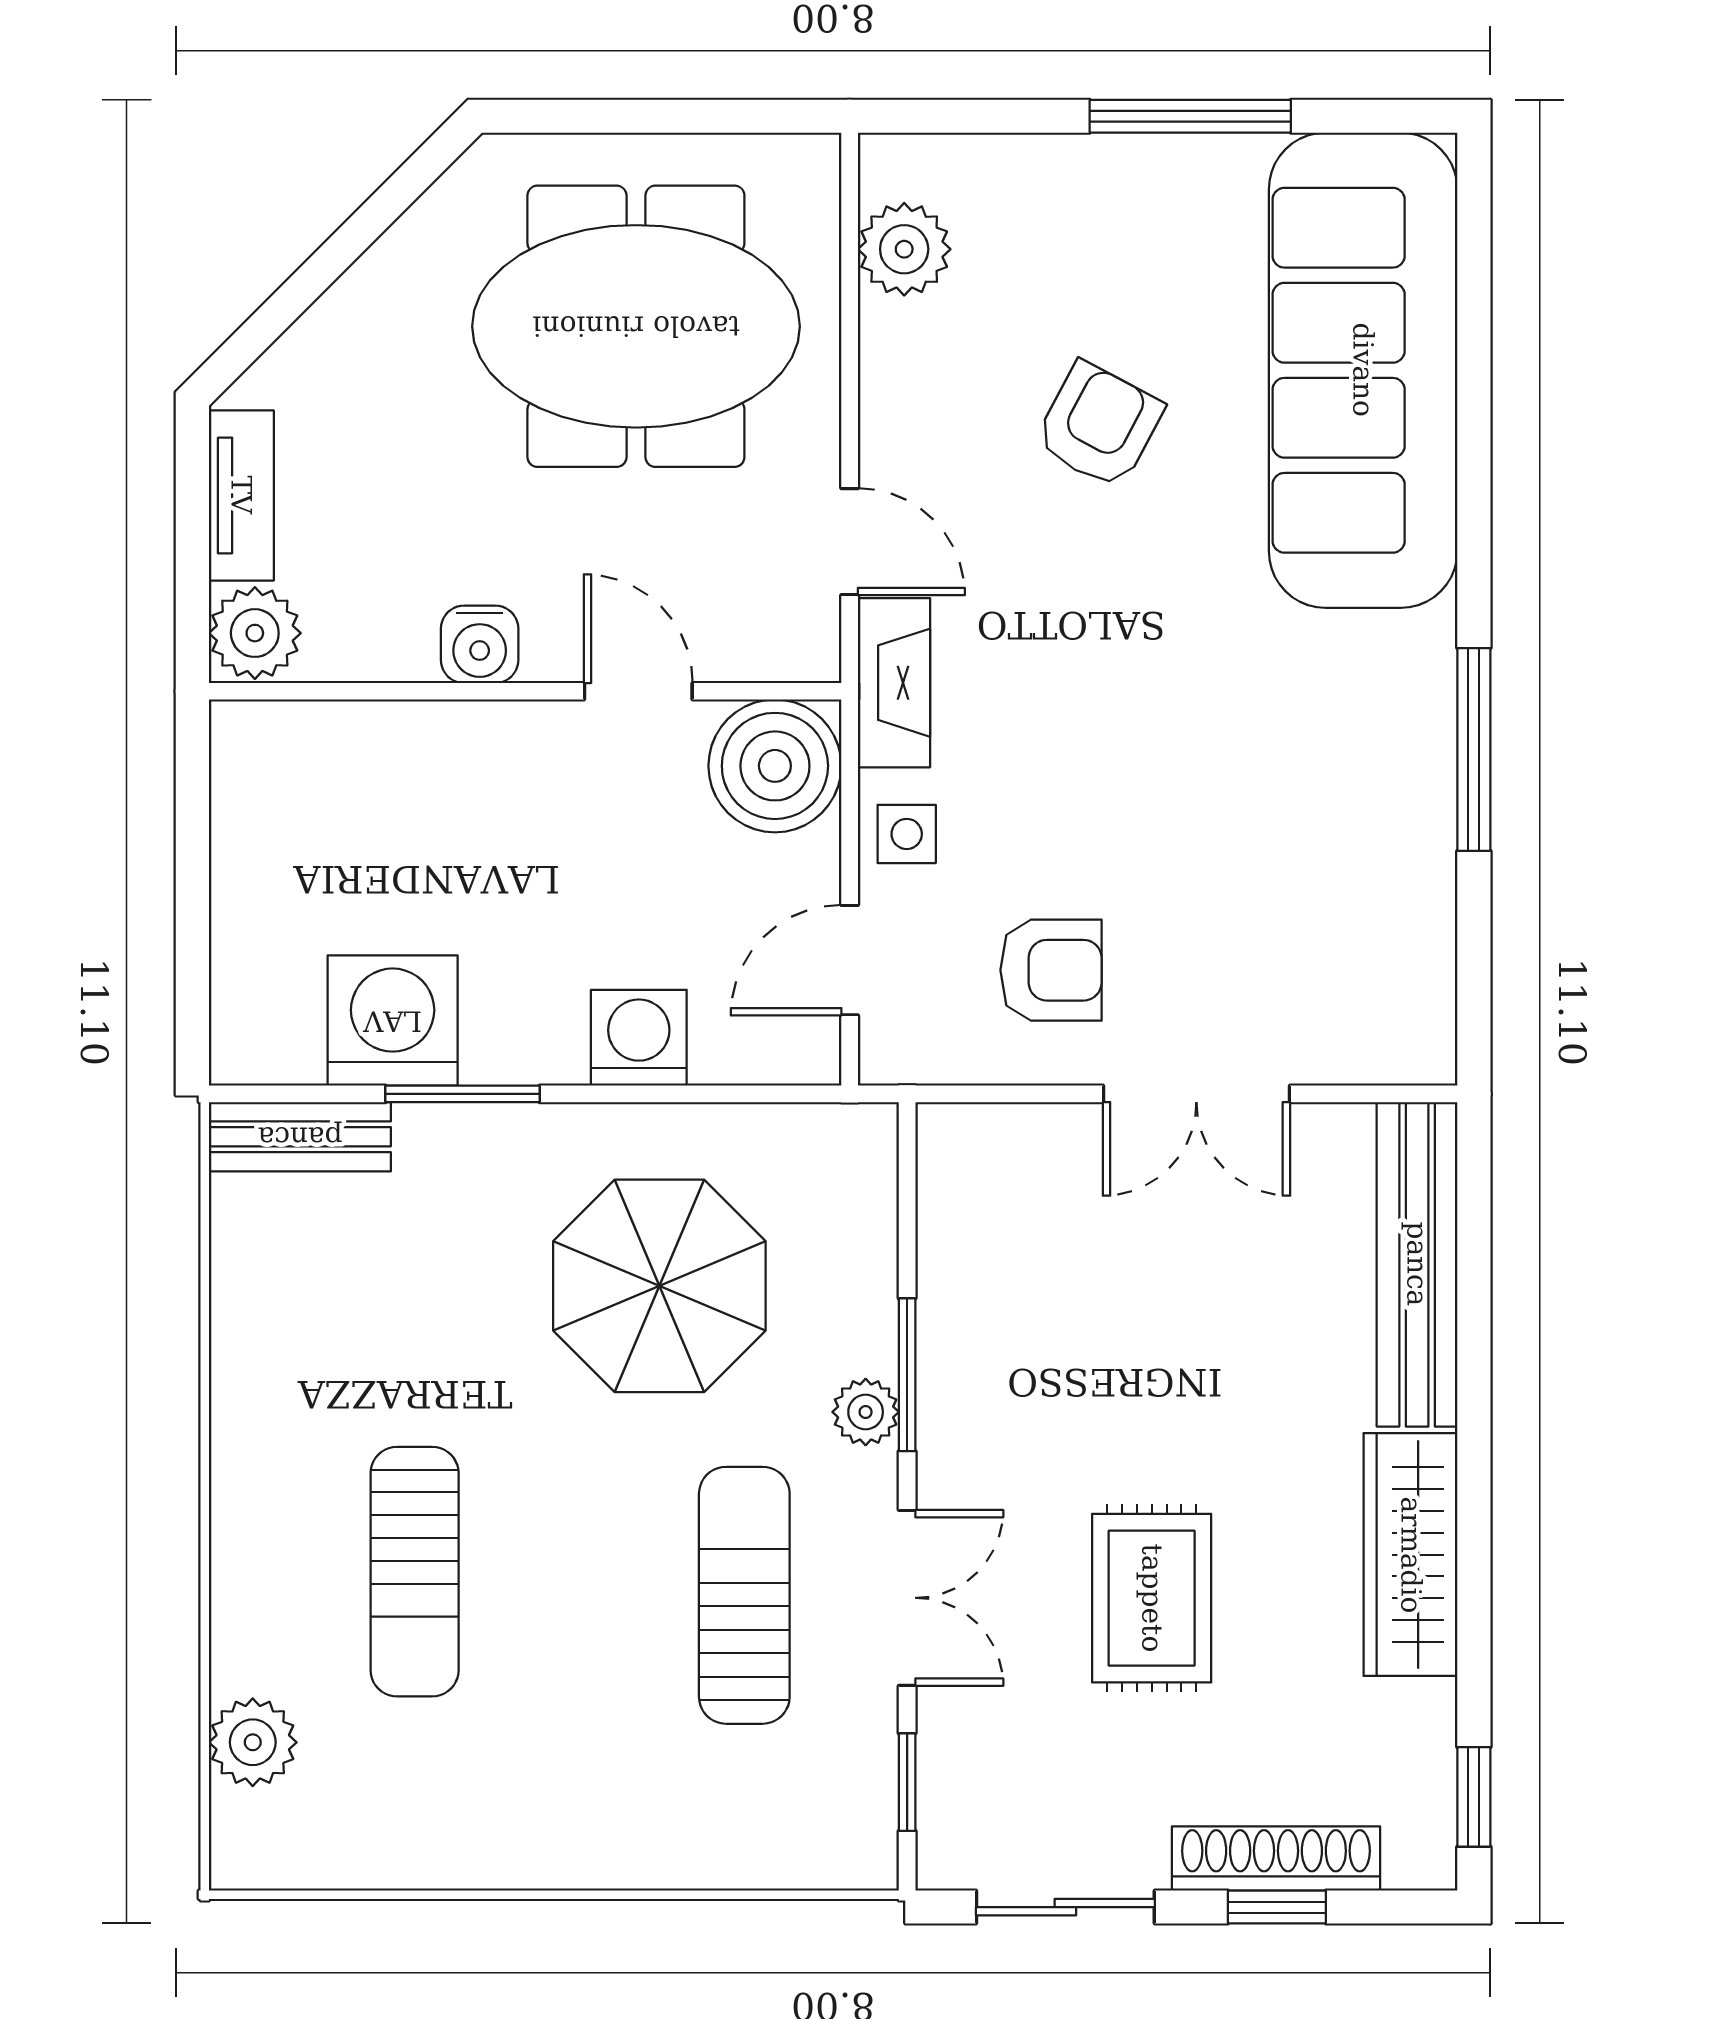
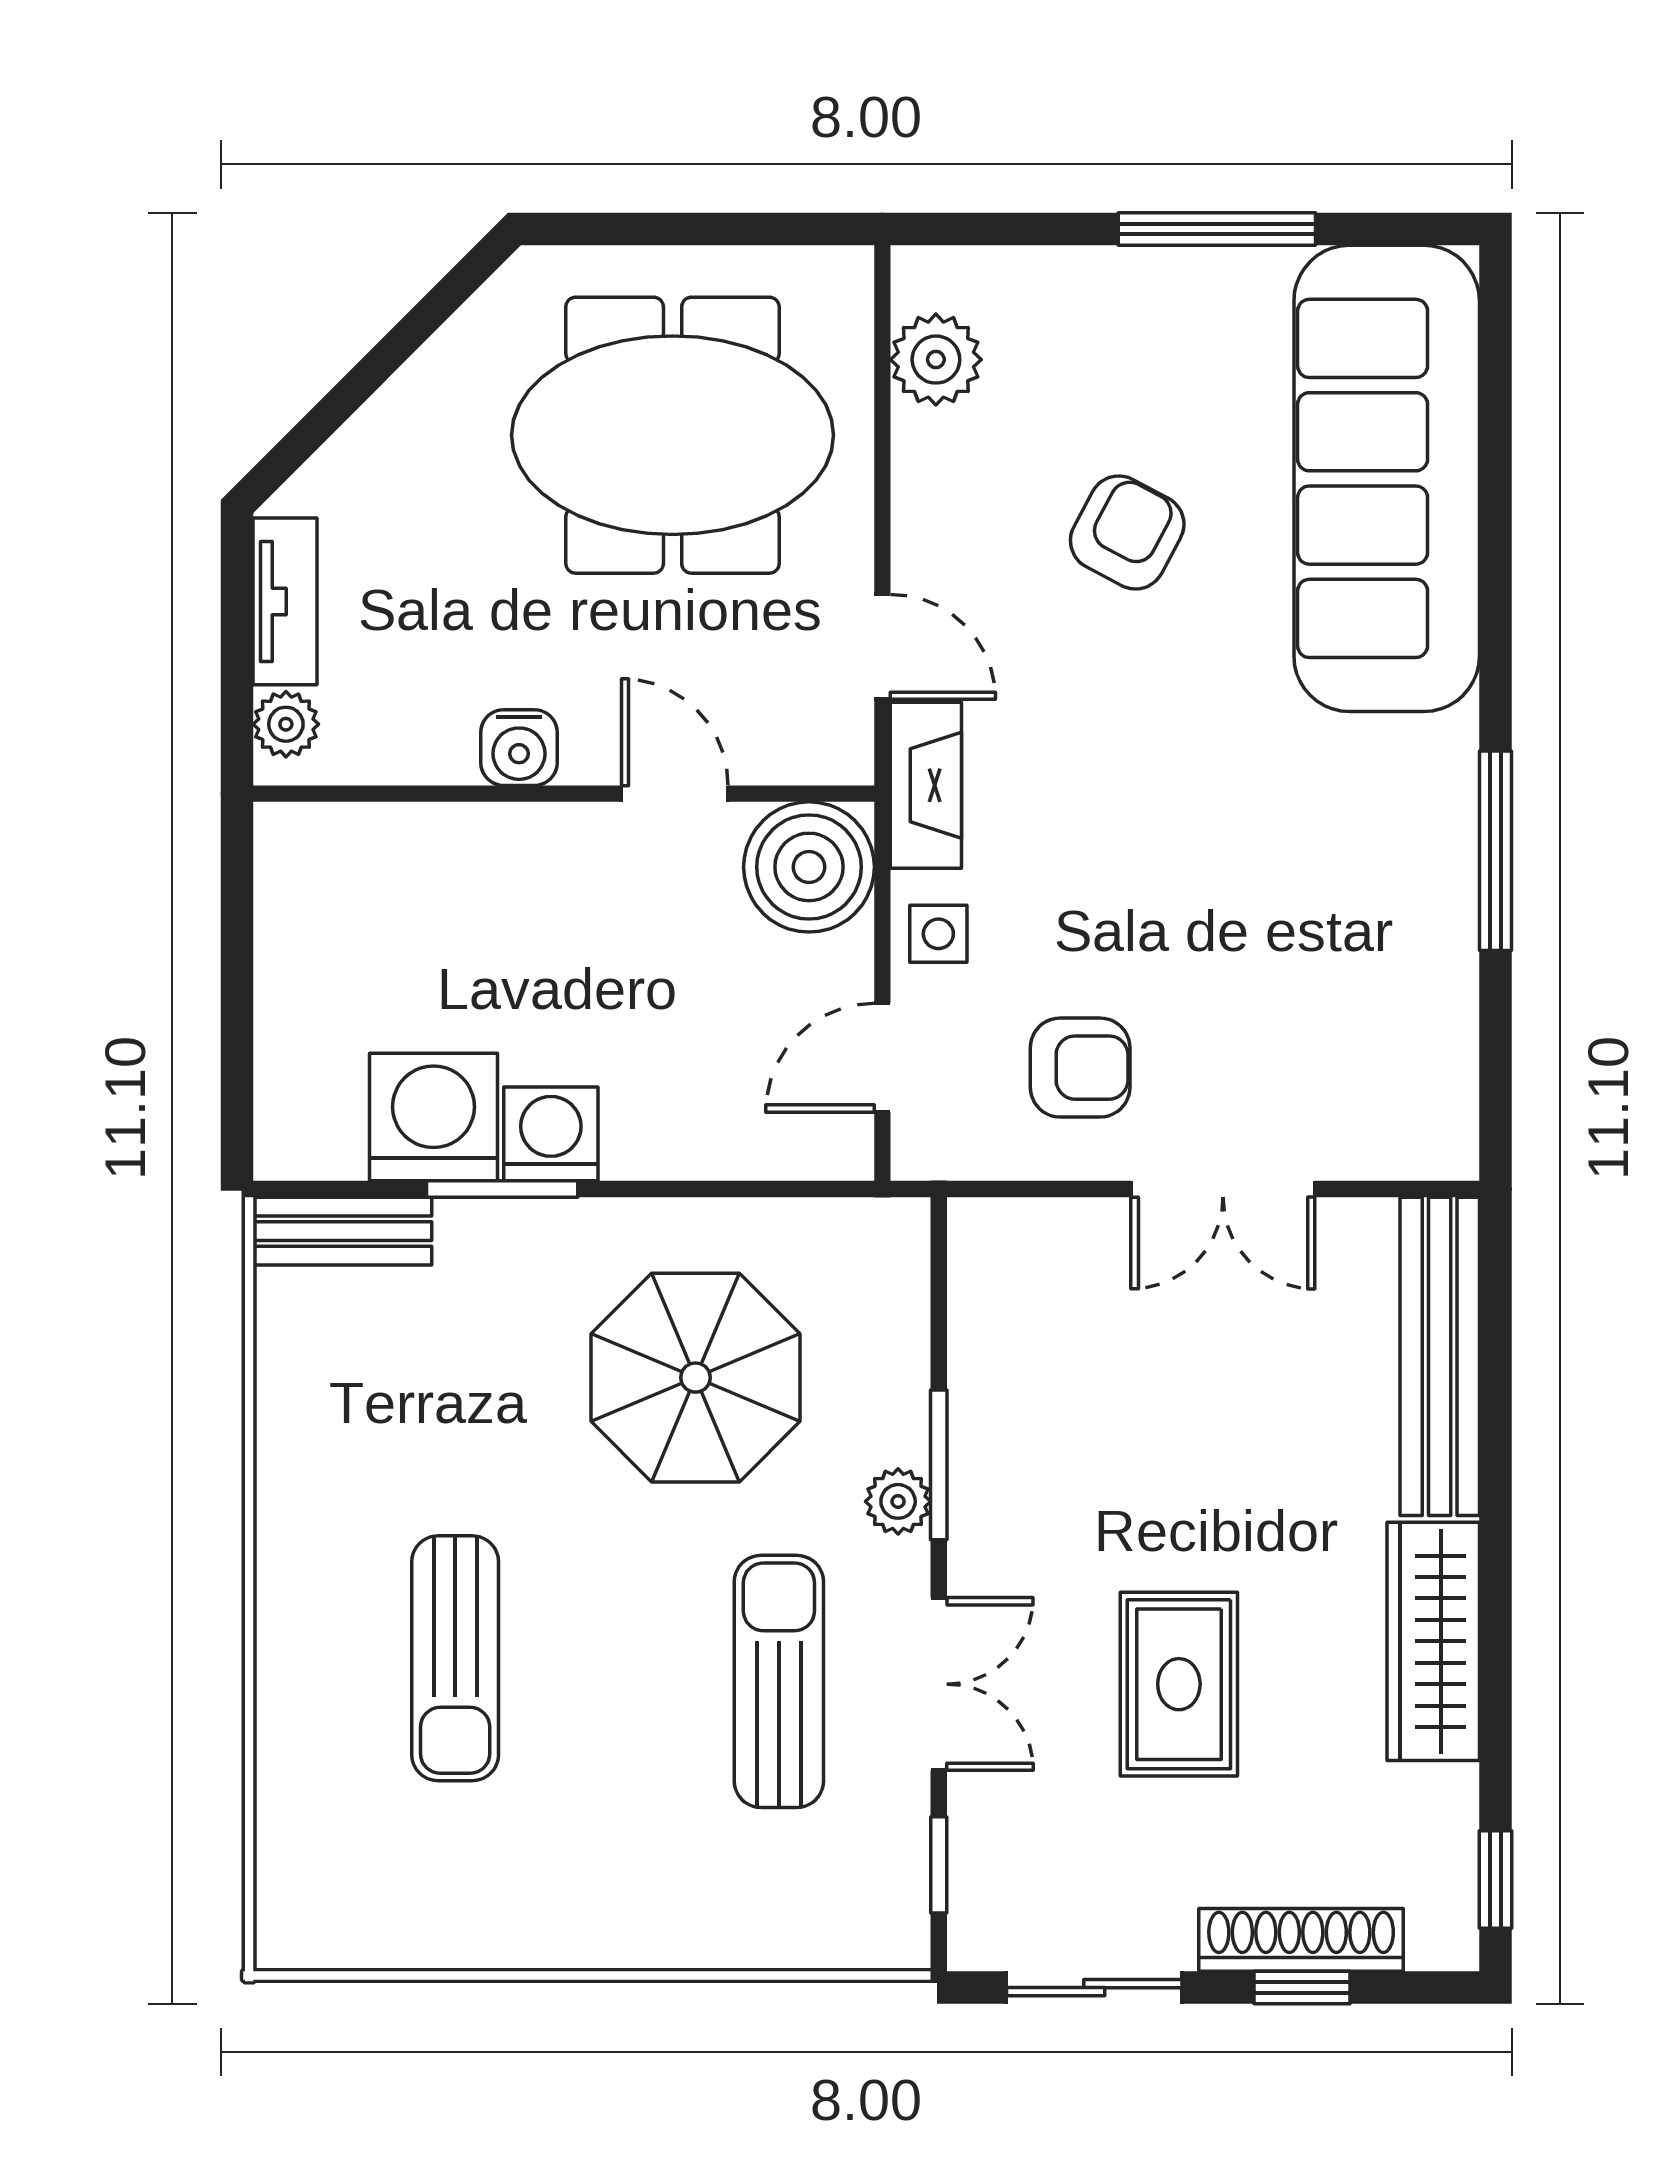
plant: (255, 633) -> (286, 724), width x0.73, depth x0.73
washing machine: (639, 1038) -> (551, 1134), moved
plant: (253, 1742) -> (296, 1826), removed

